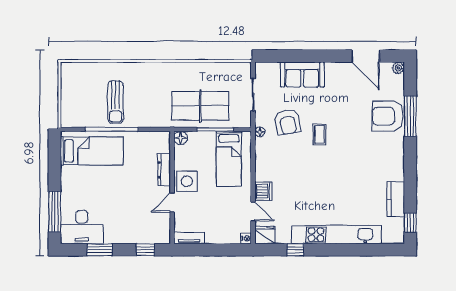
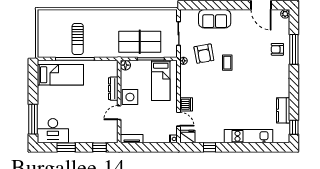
armchair: (388, 116) -> (277, 49), width x0.53, depth x0.53
kitchen unit: (337, 235) -> (249, 136), width x0.73

